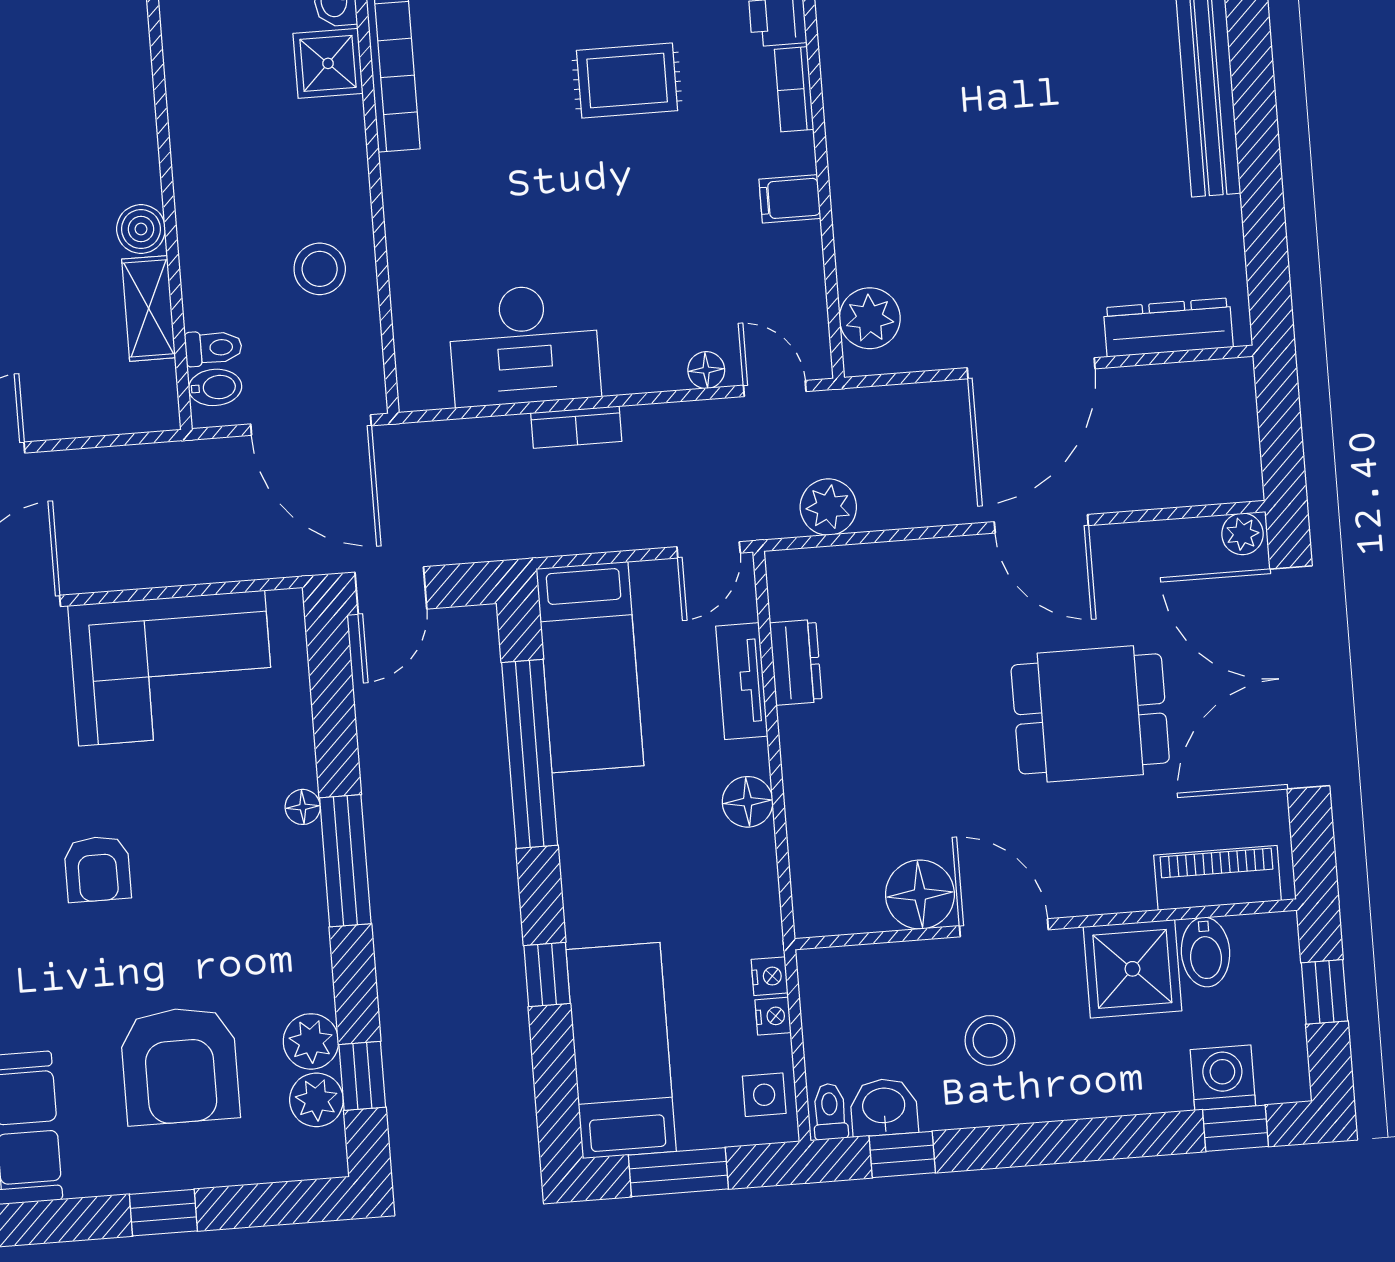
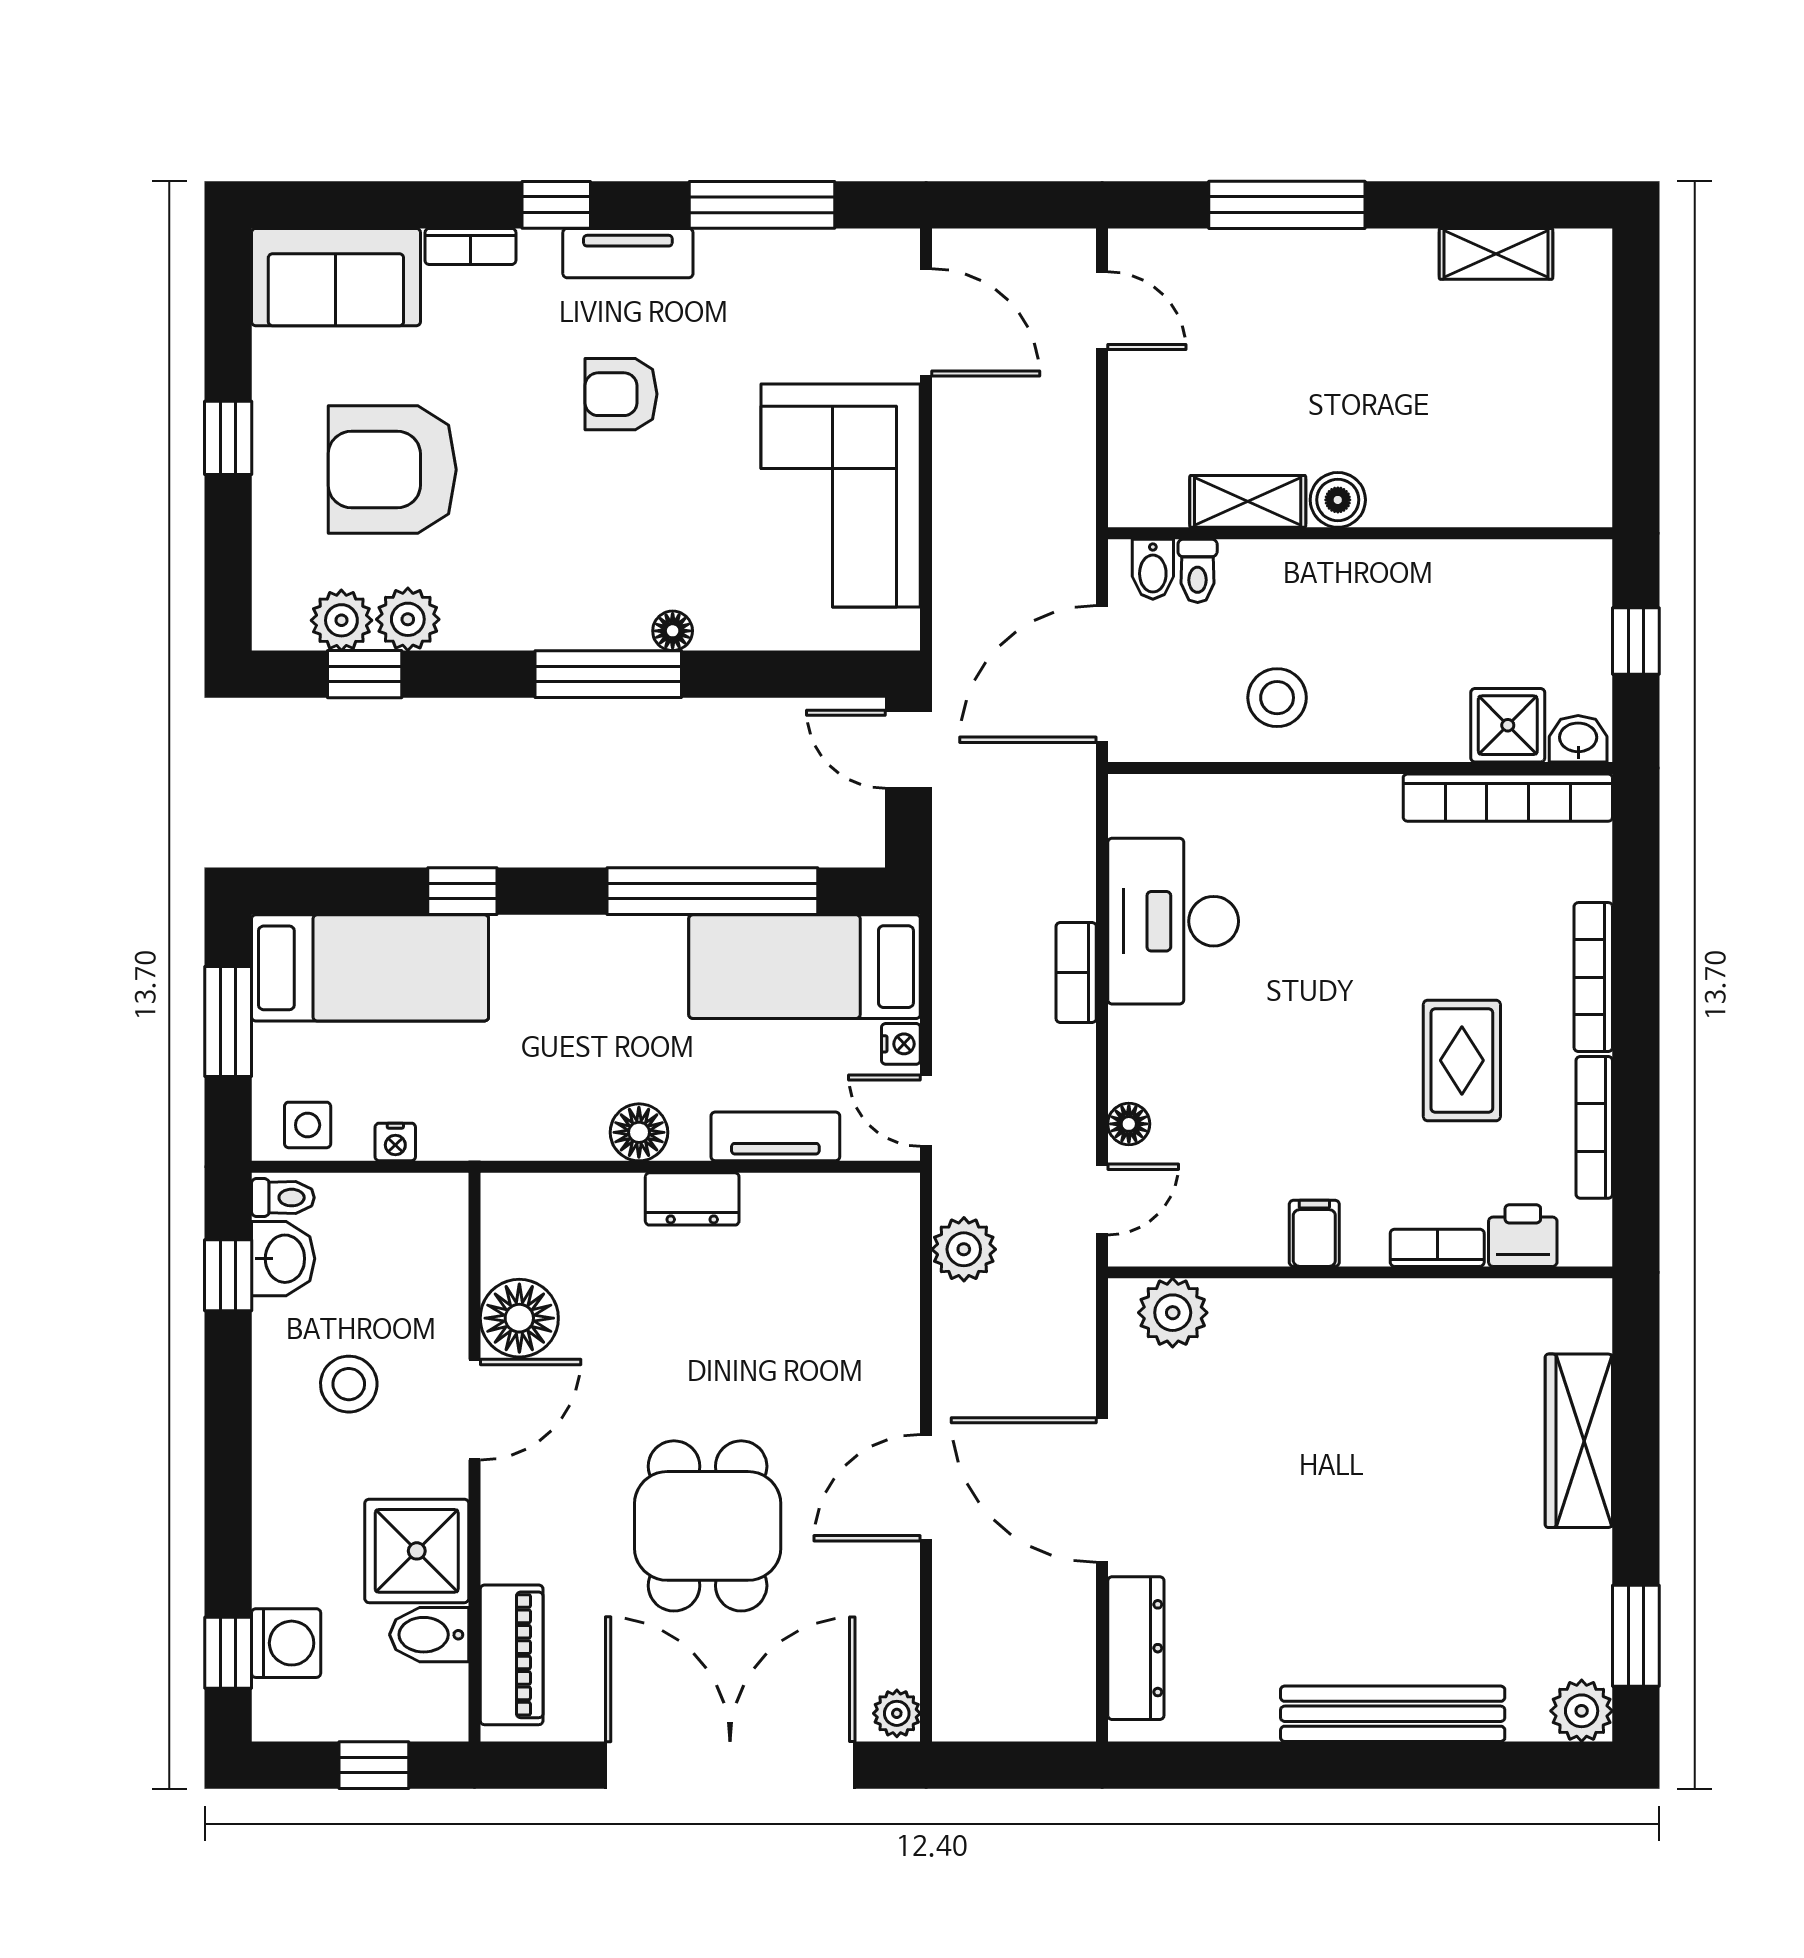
dresser: (796, 662) -> (692, 1199), moved
nightstand: (770, 976) -> (901, 1044), moved, turned -90

